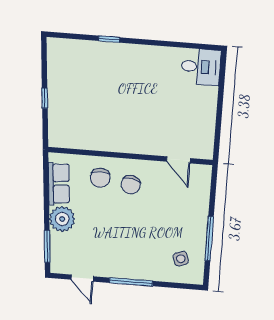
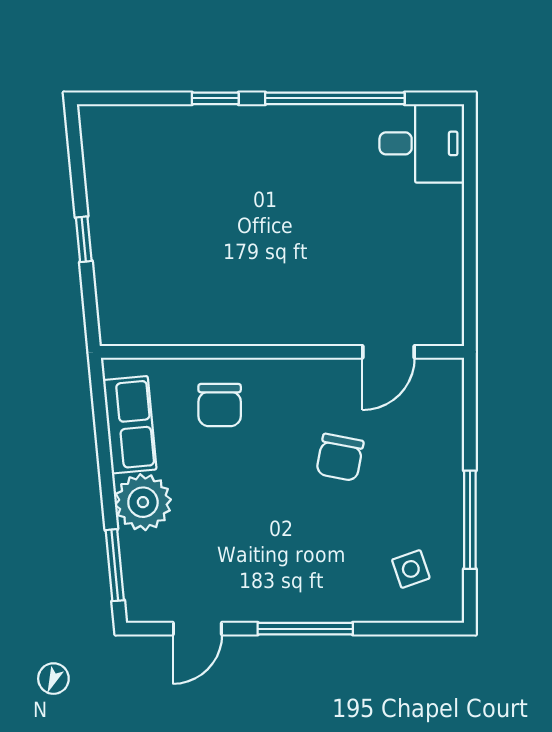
window: (163, 43) -> (335, 98), added
door: (178, 160) -> (388, 352), hinge flipped
chair: (131, 185) -> (340, 457), moved
door: (82, 278) -> (197, 629), hinge flipped

